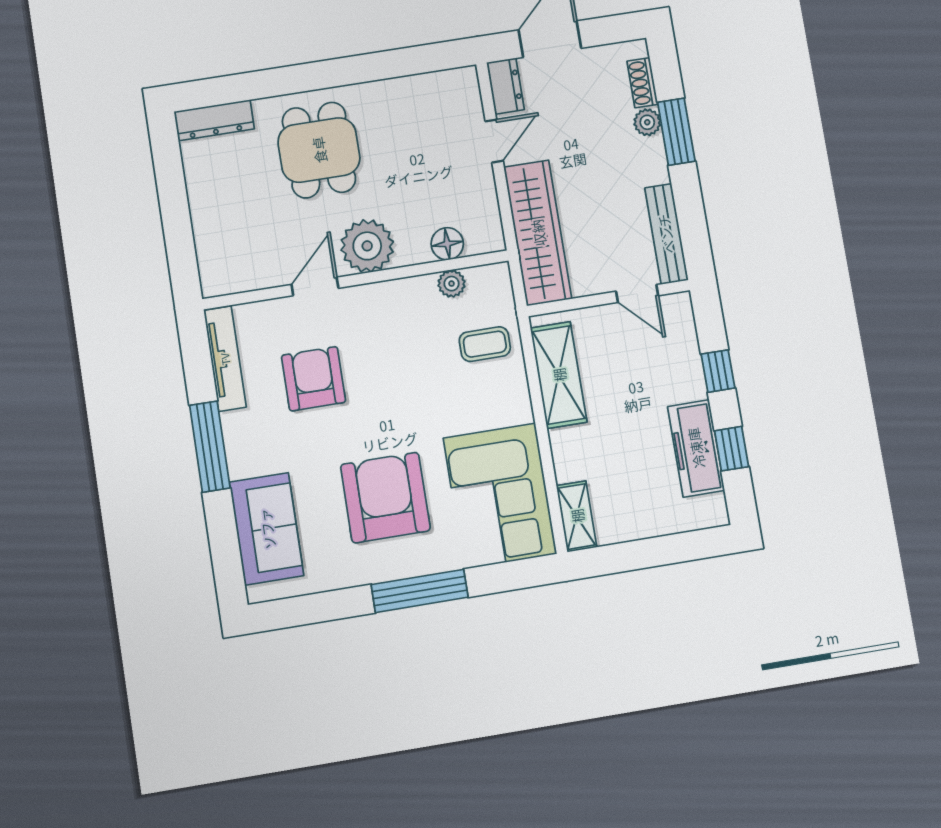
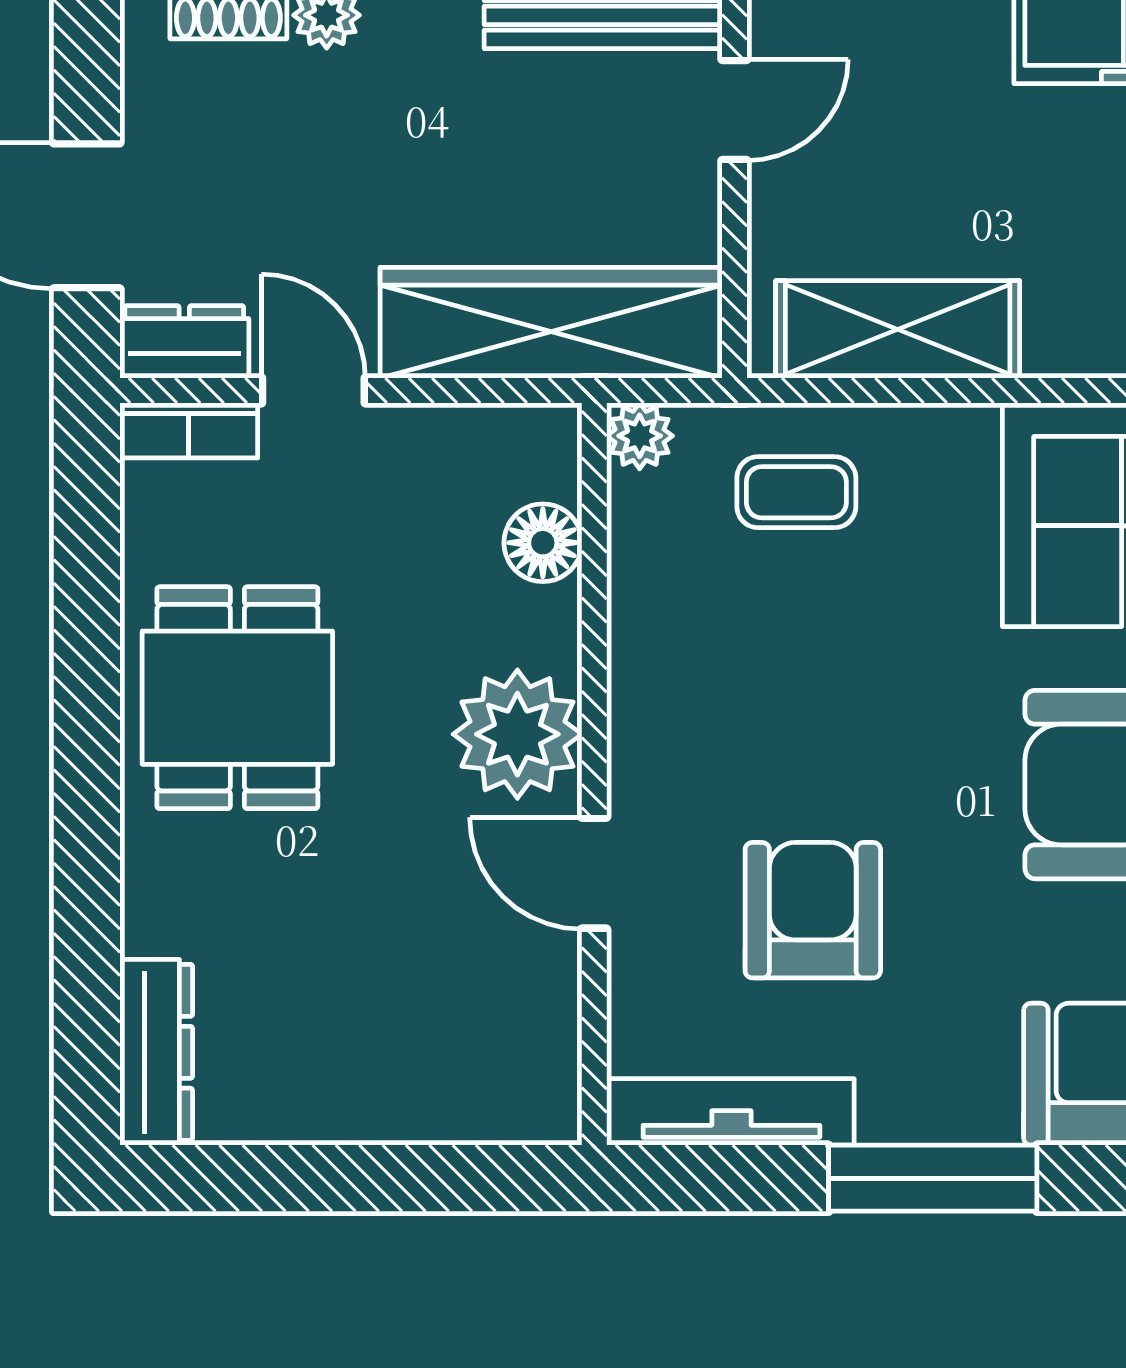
bookcase: (470, 94) -> (189, 430), added
dining table: (319, 150) -> (237, 698), moved, turned 90
plant: (452, 284) -> (640, 436), moved
coffee table: (485, 344) -> (796, 492), turned 90
armchair: (314, 379) -> (813, 910), turned 90

